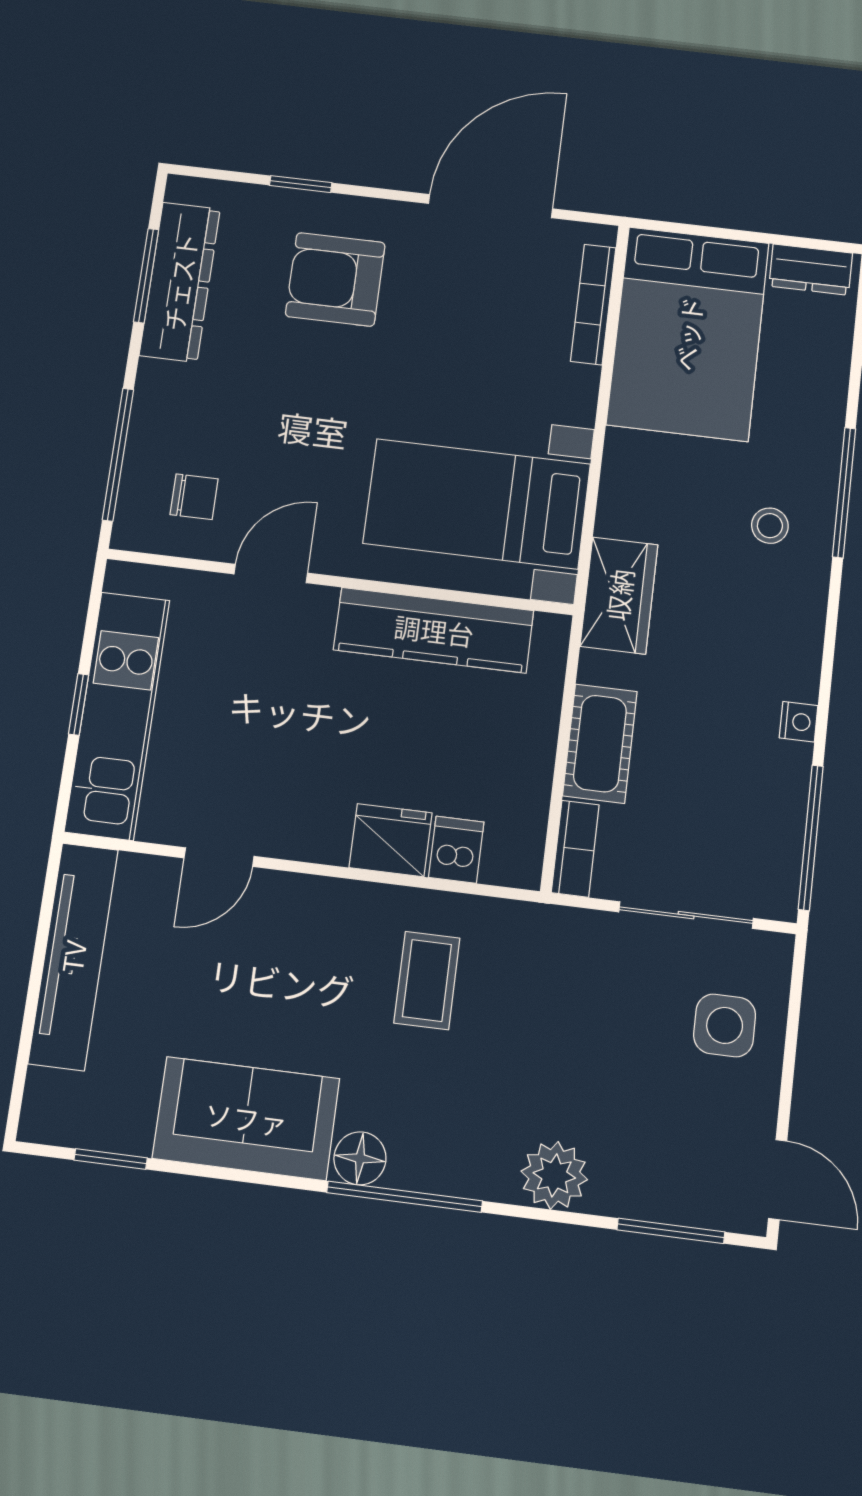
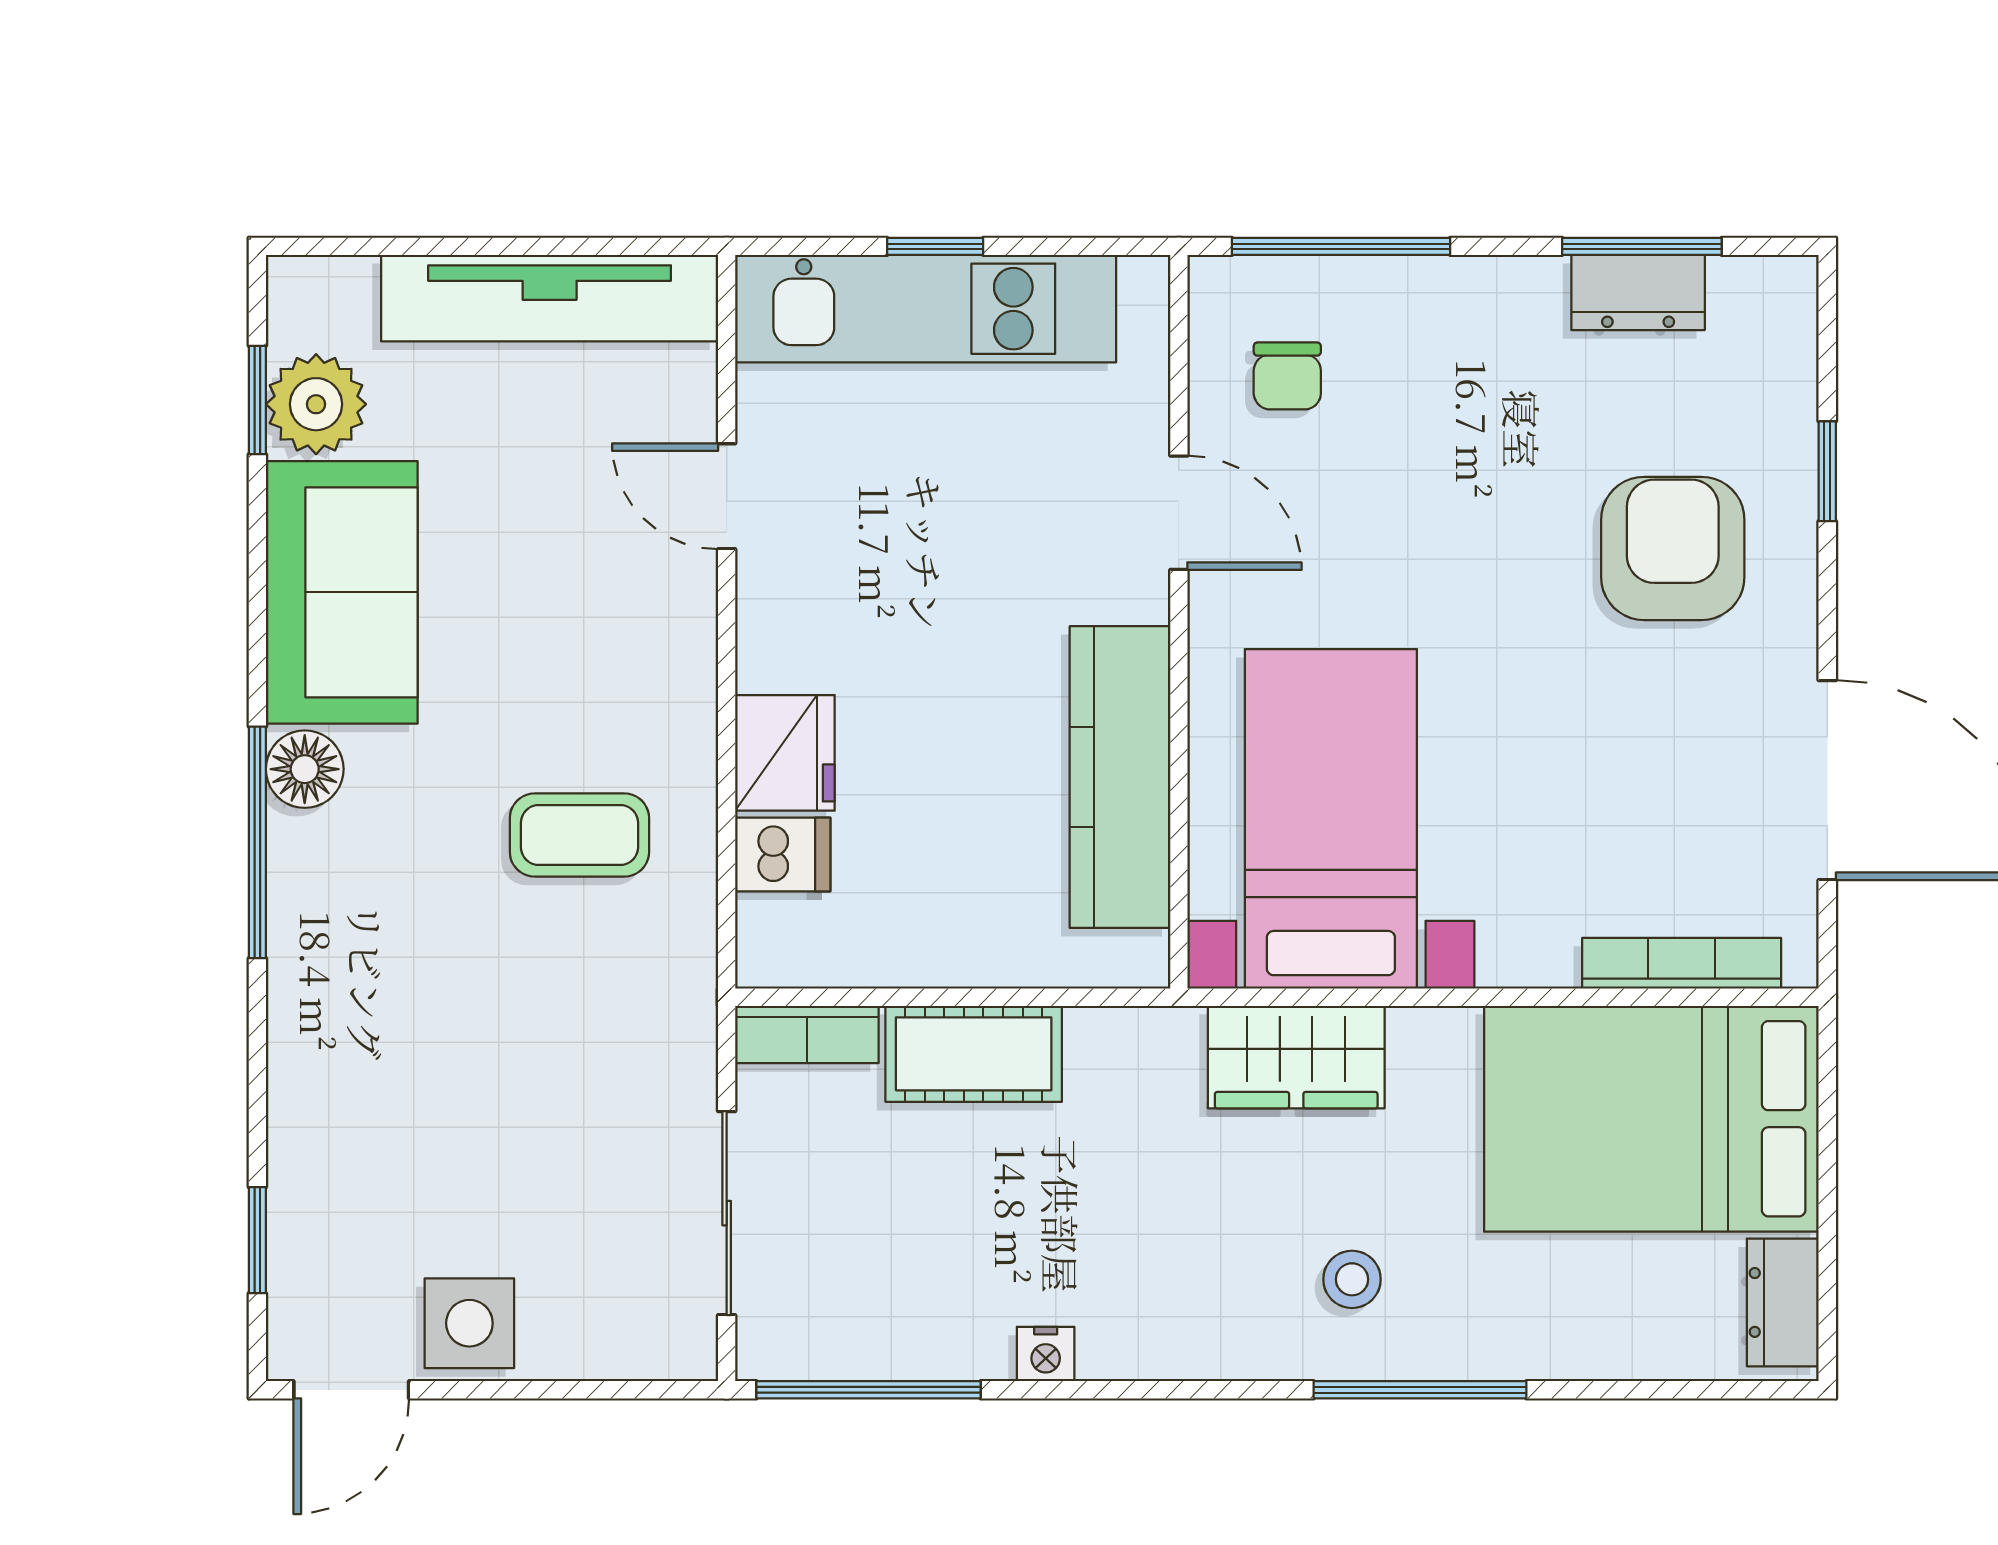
dresser: (180, 282) -> (1638, 293), width x0.51, depth x0.80
wardrobe: (619, 595) -> (1296, 1057), moved
side table: (725, 1025) -> (469, 1323), moved
plant: (554, 1175) -> (316, 404), moved
window: (671, 1231) -> (257, 1240), width x0.67

